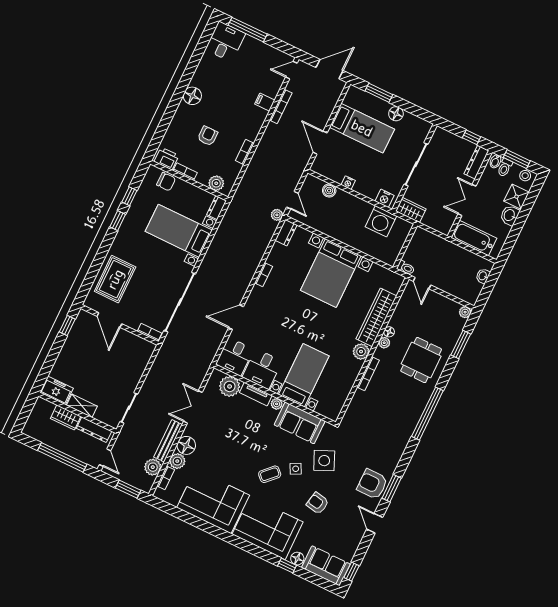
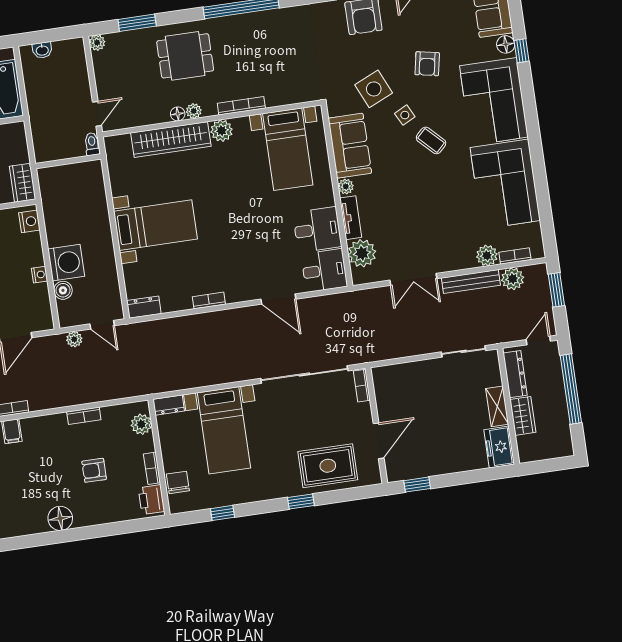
door: (292, 200) -> (102, 325), swing flipped
plant: (277, 215) -> (74, 339), moved
window: (118, 221) -> (301, 502), moved
washing machine: (381, 221) -> (66, 263), moved
bed with nightstands: (331, 273) -> (156, 225), width x0.73
bed with nightstands: (304, 375) -> (288, 149), moved, turned -90
floor lamp: (186, 445) -> (462, 257), removed

